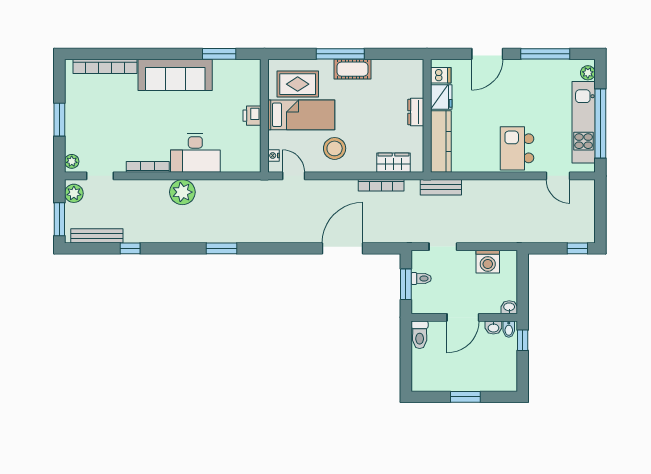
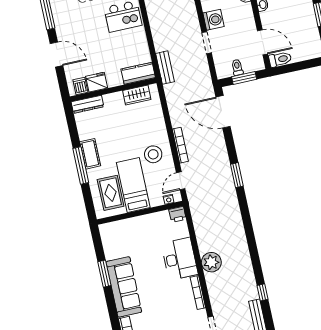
window: (219, 54) -> (104, 274), moved
dresser: (416, 112) -> (87, 104), moved, width x1.44
printer: (252, 116) -> (178, 214), moved
kitchen counter: (441, 142) -> (138, 73), width x0.67
wardrobe: (393, 163) -> (137, 95), moved, turned -90
bookcase: (381, 185) -> (180, 145), moved
doorway: (443, 247) -> (207, 43), moved
window: (221, 248) -> (237, 175), moved
door: (343, 248) -> (223, 112), moved
door: (463, 317) -> (263, 42), moved

